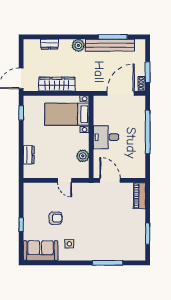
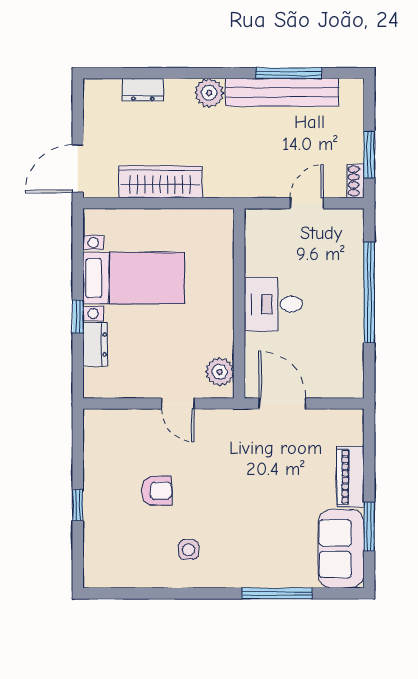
door: (121, 93) -> (307, 203), width x0.53
window: (21, 113) -> (78, 317), moved
bed with nightstands: (67, 114) -> (134, 278), moved, turned 180
plant: (83, 156) -> (220, 372), moved
piano: (140, 196) -> (350, 477), moved
sofa: (41, 251) -> (341, 549), moved, turned -90

